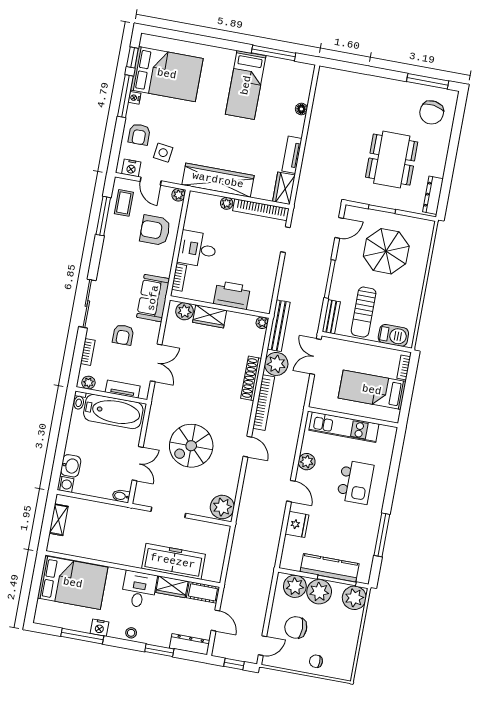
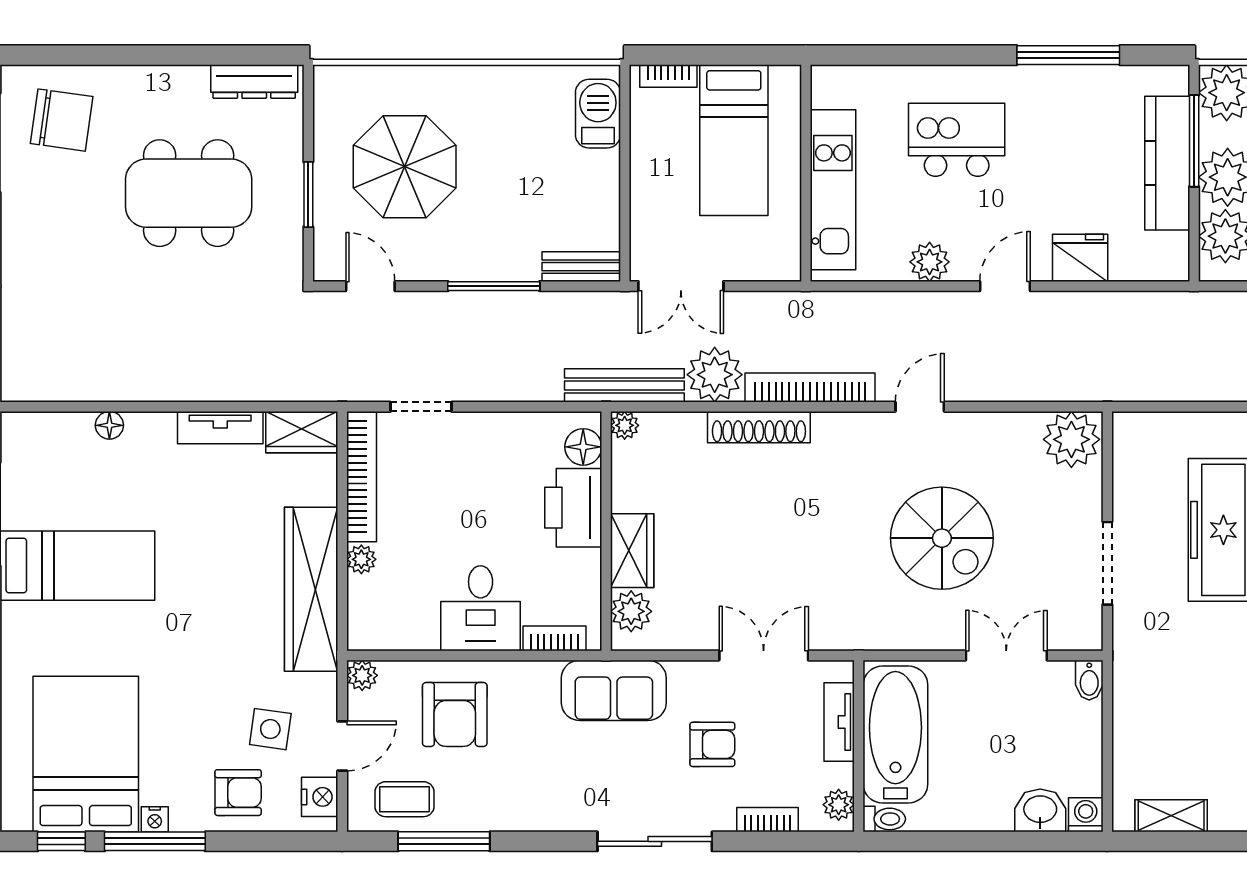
floor lamp: (256, 304) -> (583, 447), added
sun lounger: (364, 312) -> (556, 193), removed

